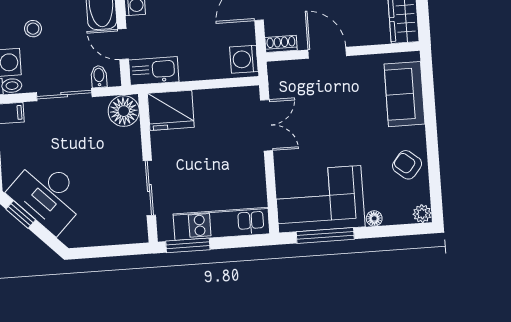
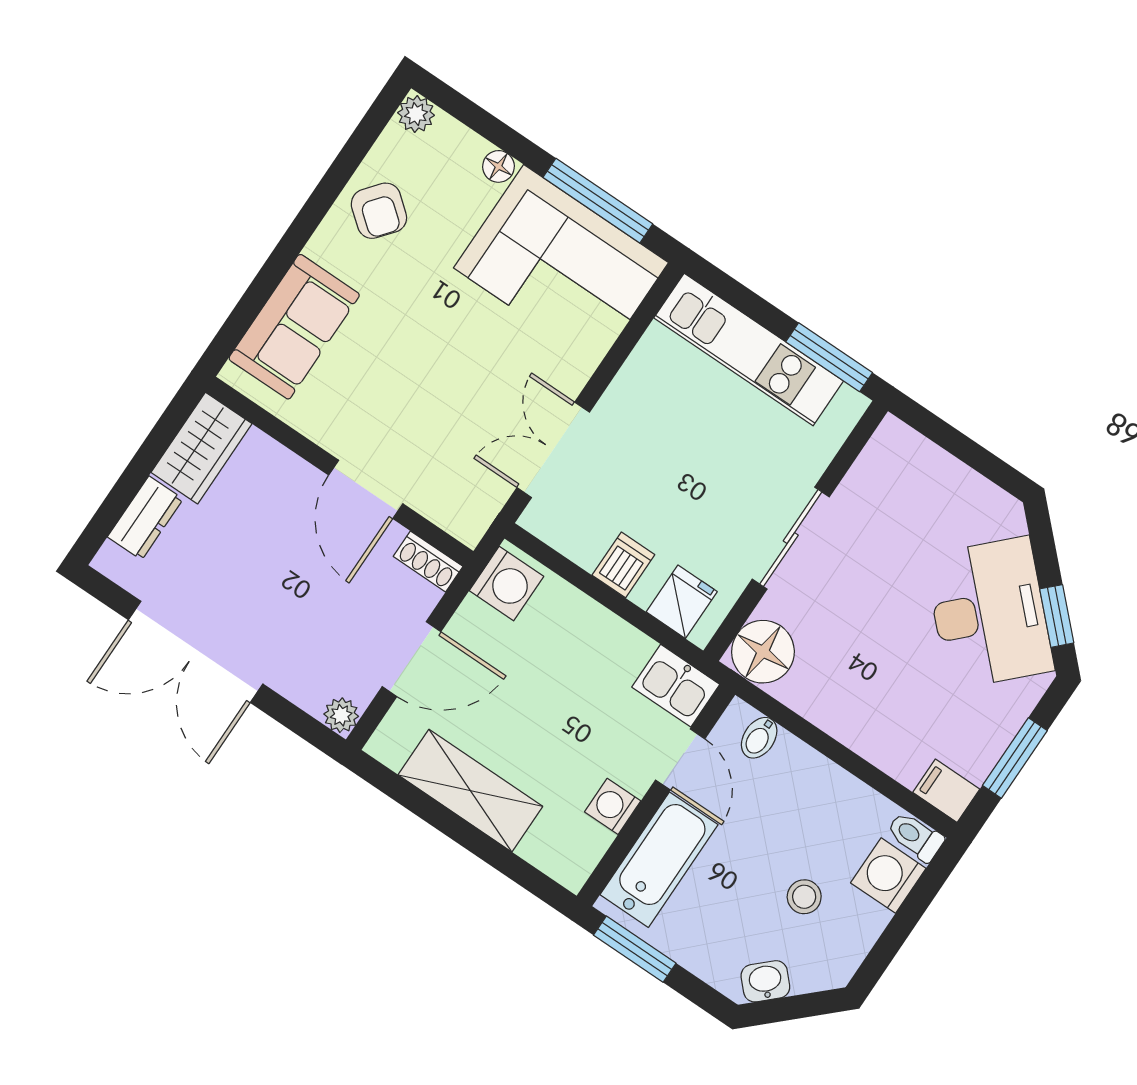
kitchen sink: (154, 71) -> (676, 686), width x0.73
sliding door: (64, 95) -> (837, 753), removed
dishwasher: (204, 102) -> (623, 565), added
fridge: (171, 110) -> (682, 602), width x0.53, depth x0.75
sliding door: (149, 188) -> (791, 538), moved

